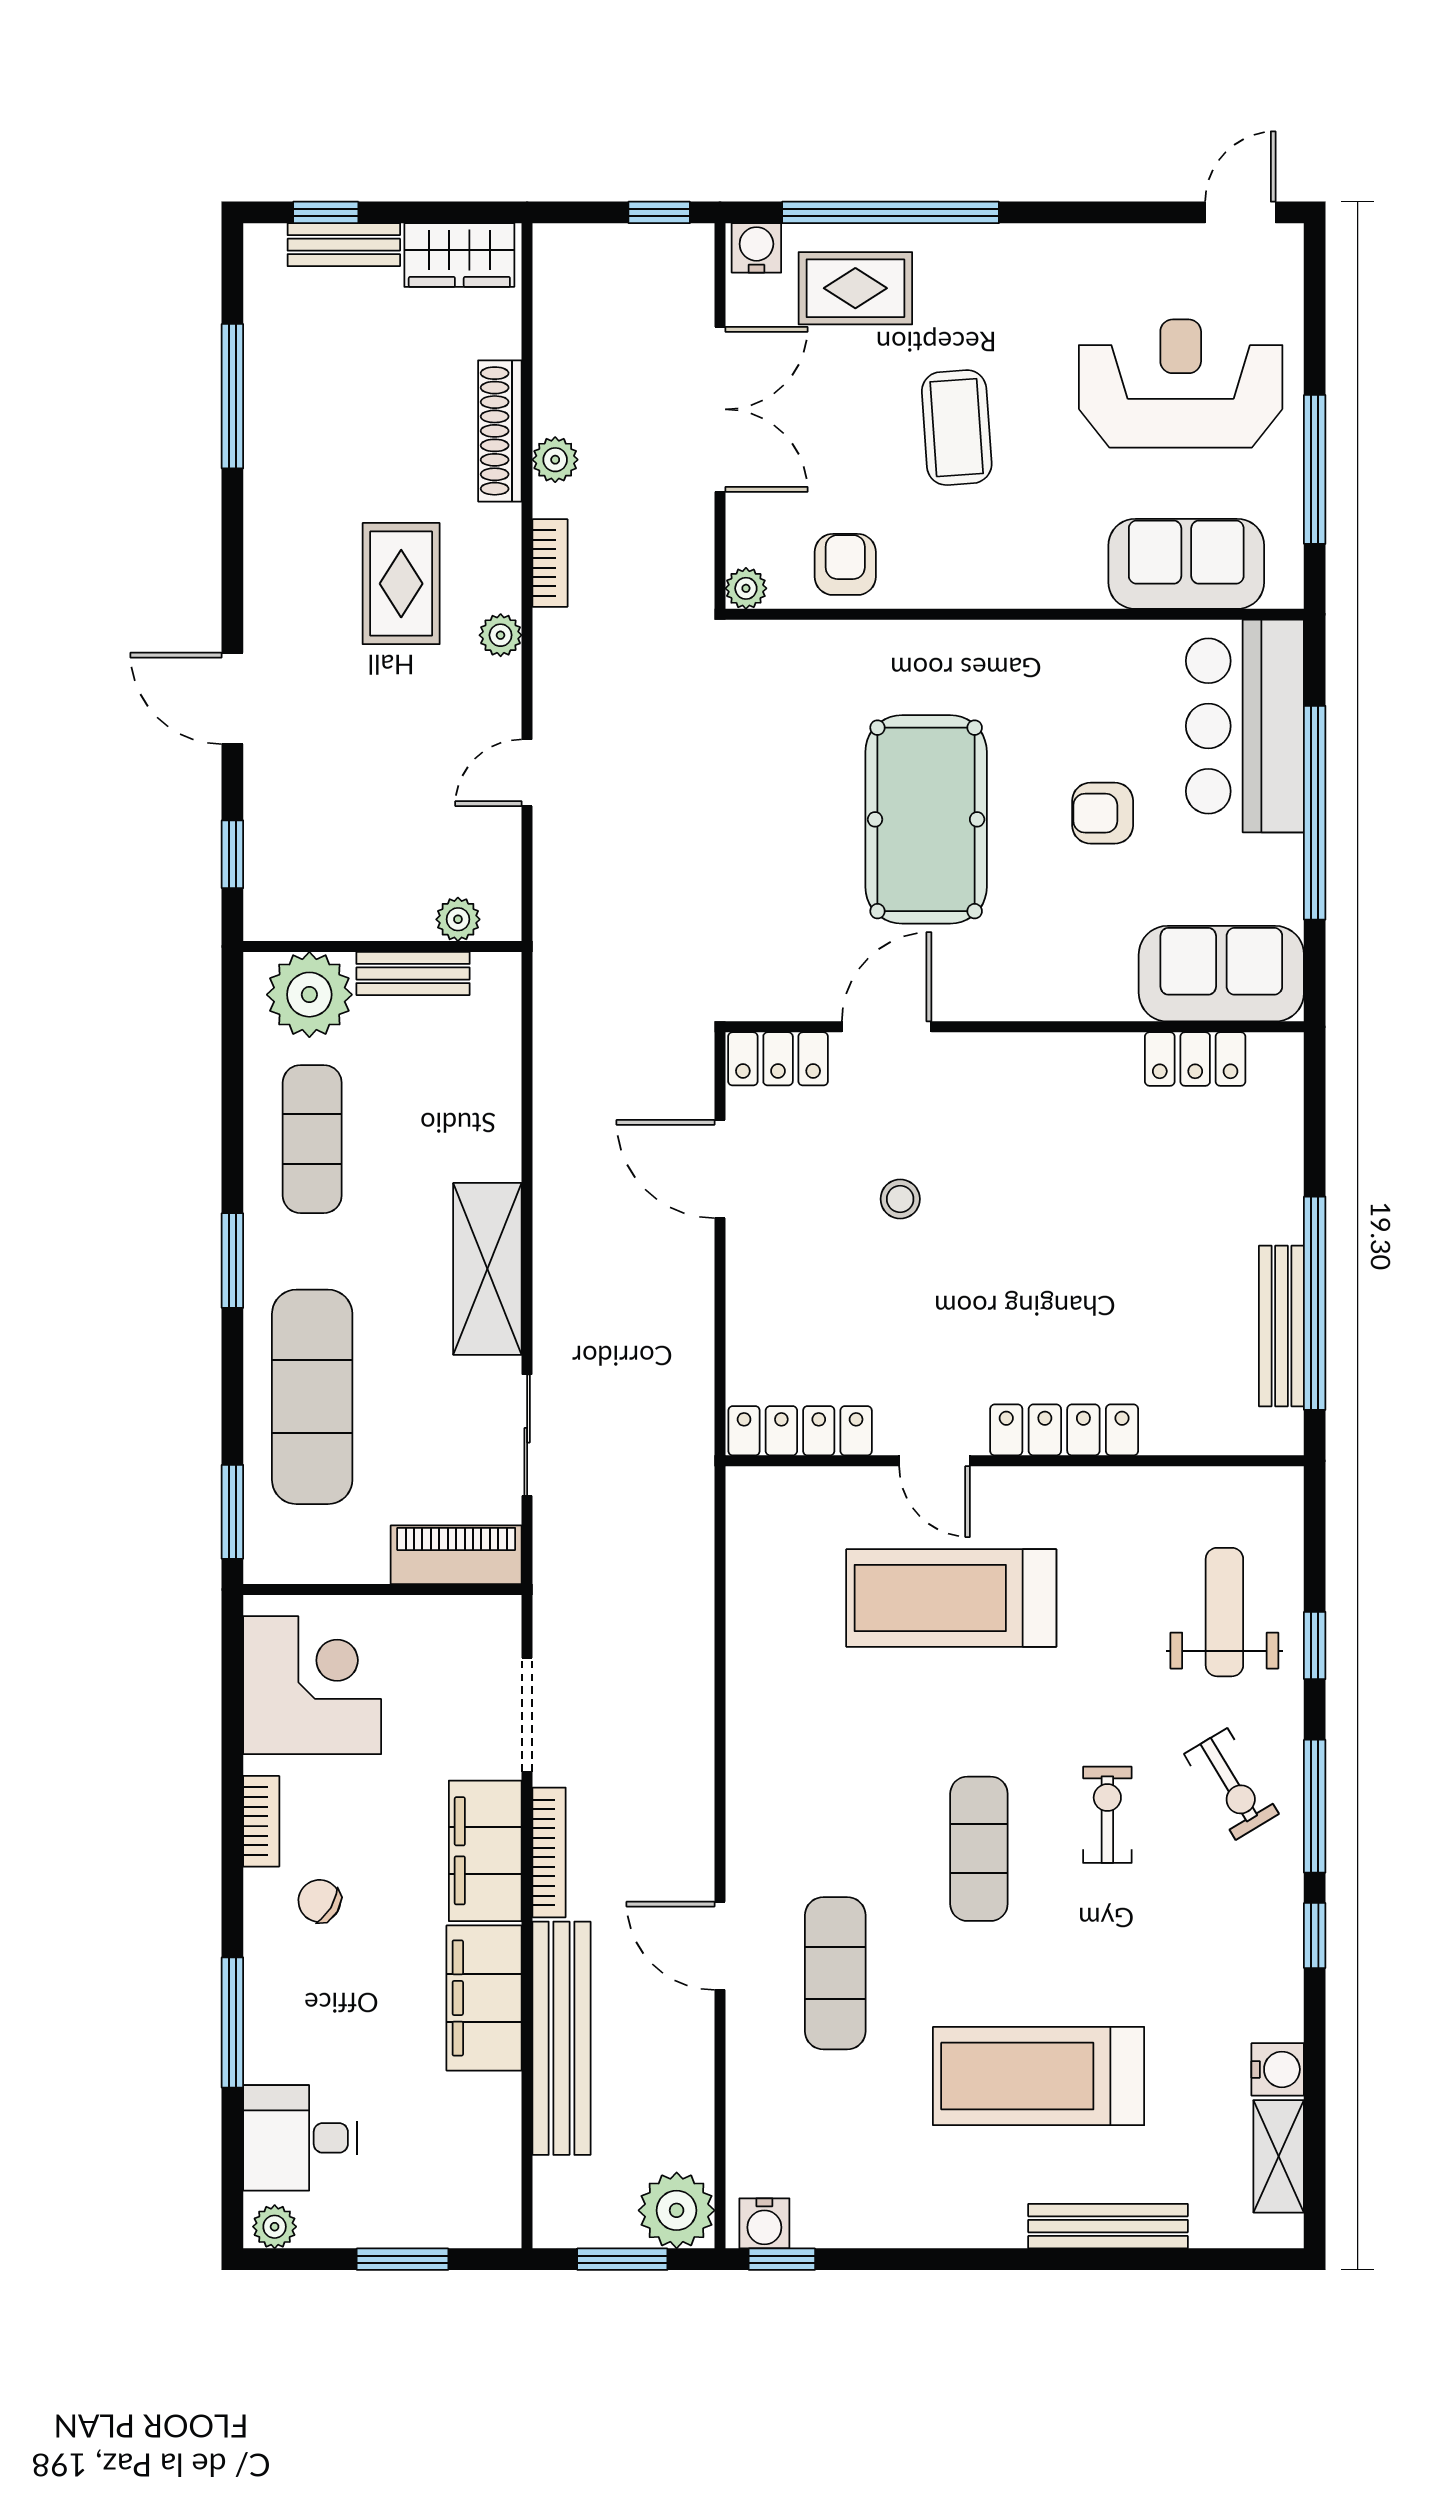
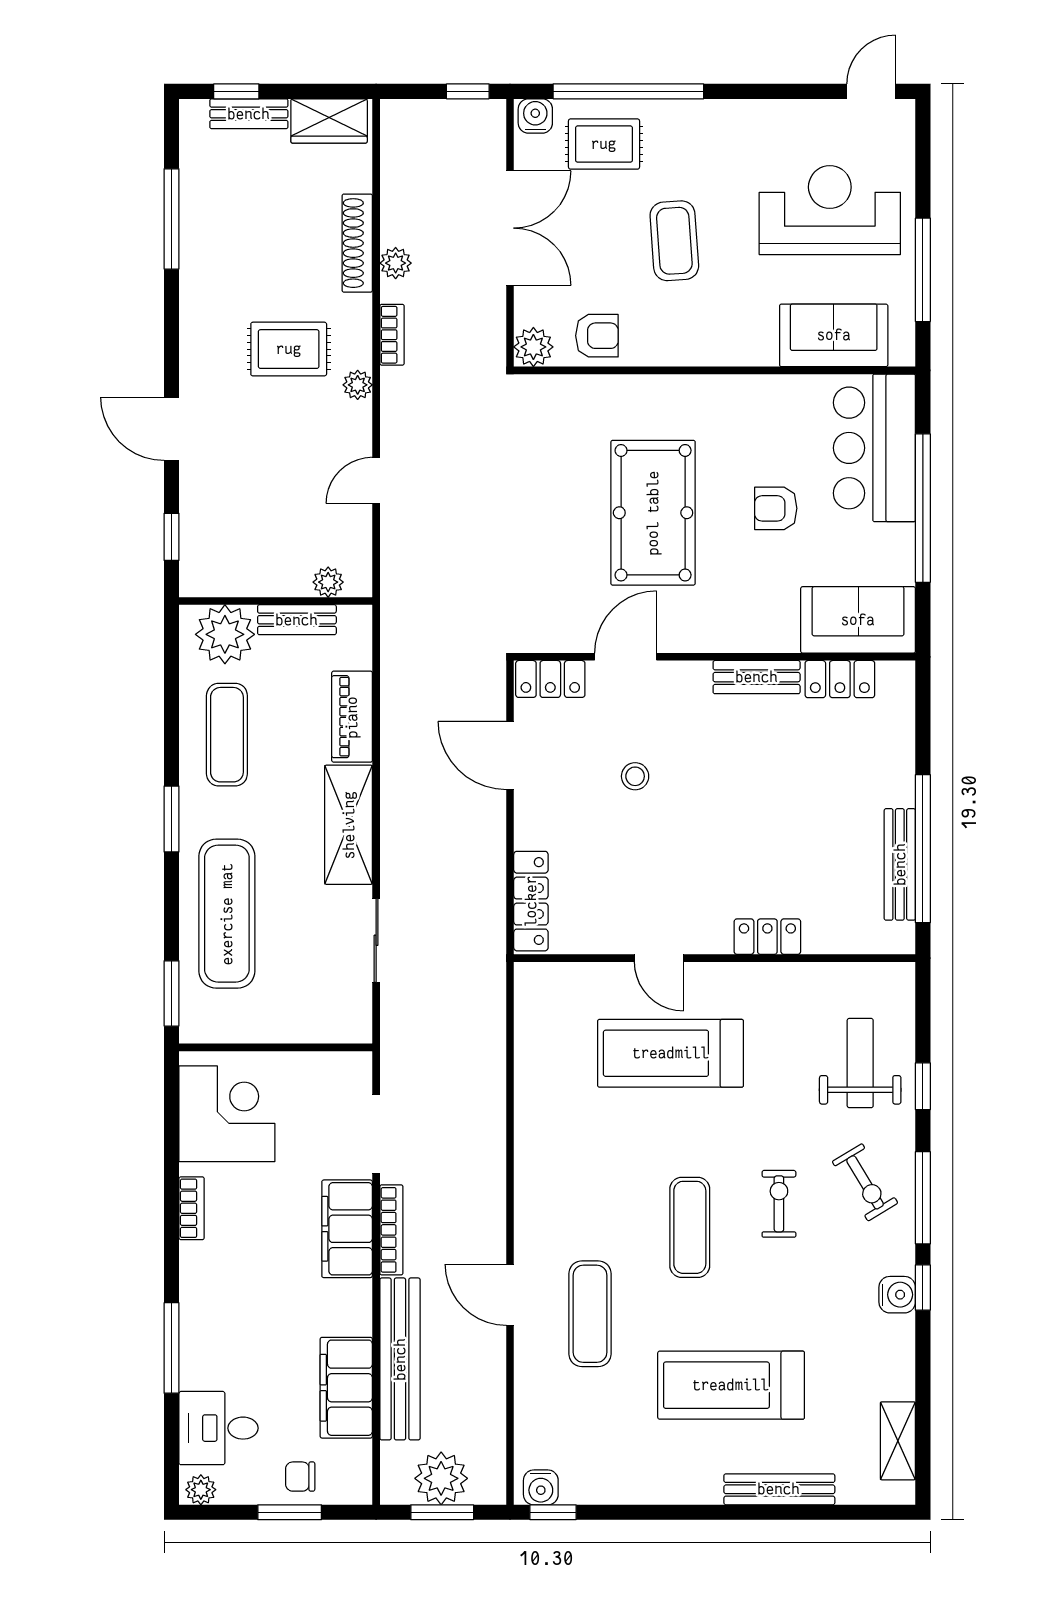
armchair: (845, 564) -> (597, 336), turned 90
rug: (401, 584) -> (289, 349), turned 90
plant: (746, 588) -> (533, 347), width x1.38, depth x1.38
bench: (1075, 1056) -> (757, 677), added
locker: (1064, 1430) -> (767, 937), width x0.66
locker: (800, 1431) -> (531, 901), moved, turned 90
piano: (456, 1555) -> (352, 717), moved, turned -90
chair: (319, 1901) -> (300, 1477), moved, turned -31
filing cabinet: (484, 1998) -> (346, 1388), moved
water cooler: (1278, 2069) -> (897, 1295), moved
plant: (677, 2210) -> (441, 1478), moved

